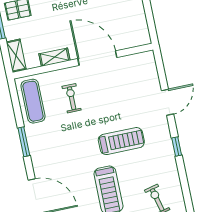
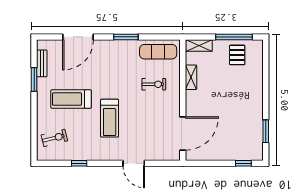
door: (97, 58) -> (183, 133), moved
window: (177, 146) -> (79, 163), moved

